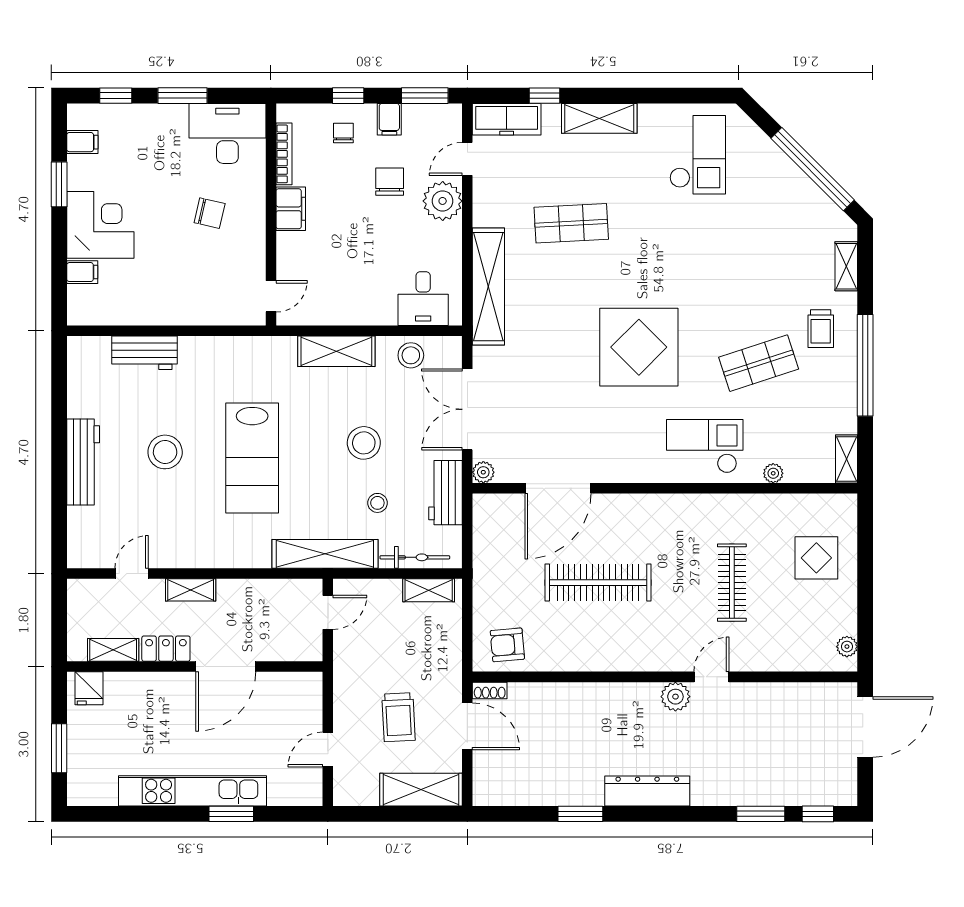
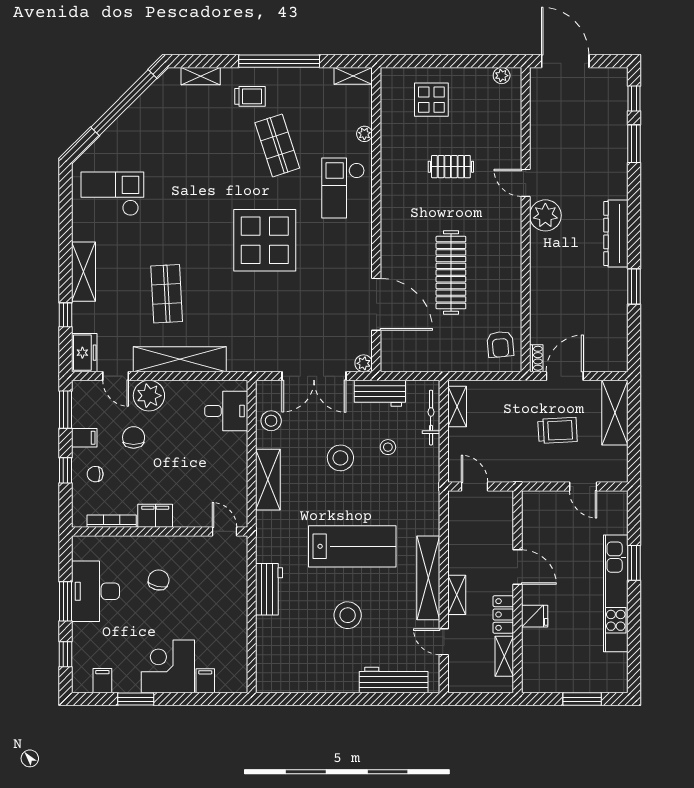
freezer: (507, 119) -> (84, 353), width x0.71
desk: (227, 133) -> (95, 591), moved
chair: (390, 182) -> (134, 437), turned 90
shelving: (488, 287) -> (180, 359), moved
workbench: (145, 353) -> (269, 589), moved
workbench: (83, 462) -> (394, 680), moved
shelving: (325, 554) -> (428, 578), moved
clothes rail: (732, 583) -> (451, 167), width x0.73
door: (226, 667) -> (517, 567), width x0.73
fridge: (89, 688) -> (535, 616), moved
plant: (675, 697) -> (545, 215), width x1.36, depth x1.36

